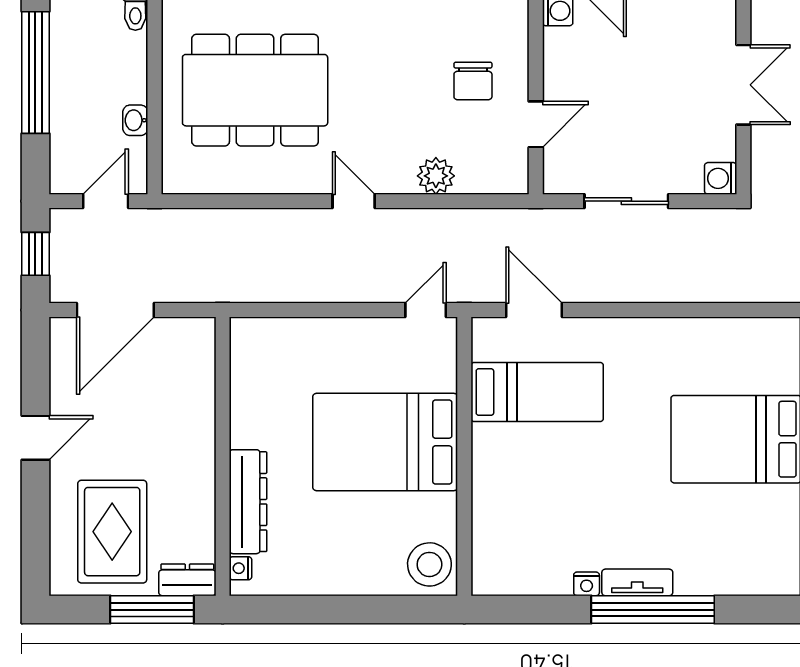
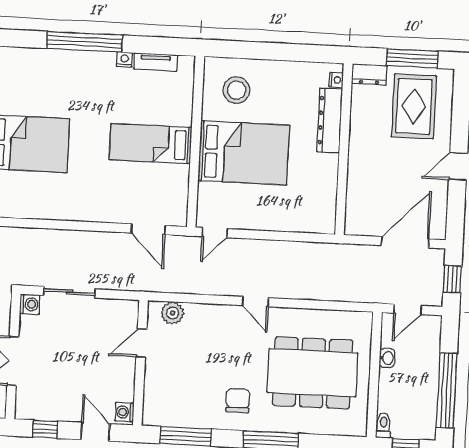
chair: (473, 81) -> (238, 401), moved
plant: (436, 176) -> (172, 313), moved
sliding door: (626, 201) -> (69, 292), moved
bed: (537, 392) -> (151, 144), moved
stool: (429, 564) -> (237, 90), moved
tv unit: (637, 582) -> (156, 62), moved
window: (152, 610) -> (412, 58), moved

